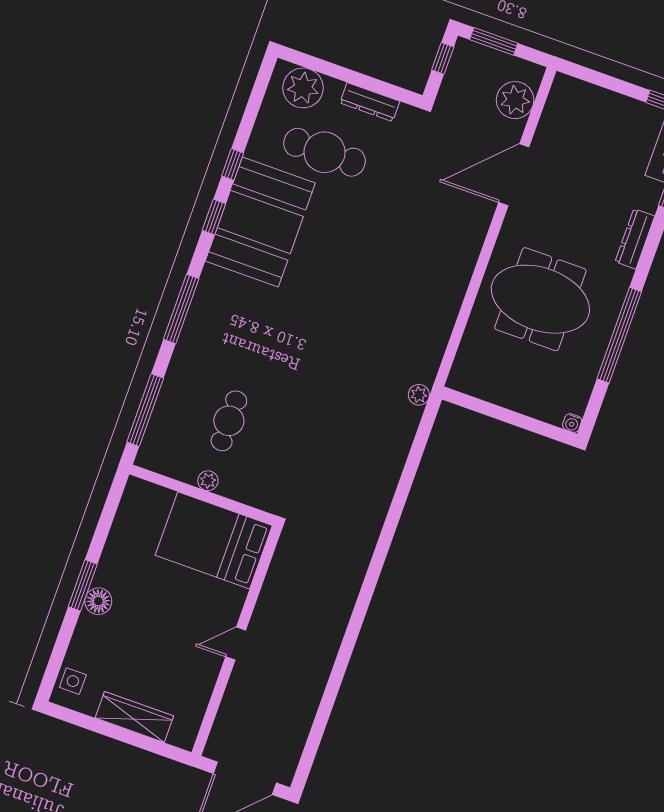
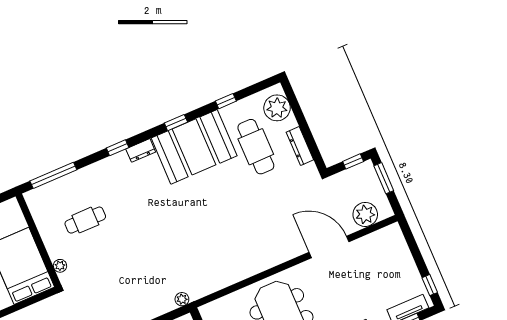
window: (233, 164) -> (226, 101), moved
dresser: (208, 286) -> (141, 150), added
window: (181, 309) -> (118, 148), width x0.46
plant: (208, 481) -> (60, 266), moved

